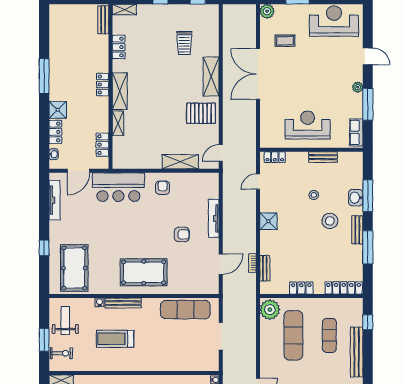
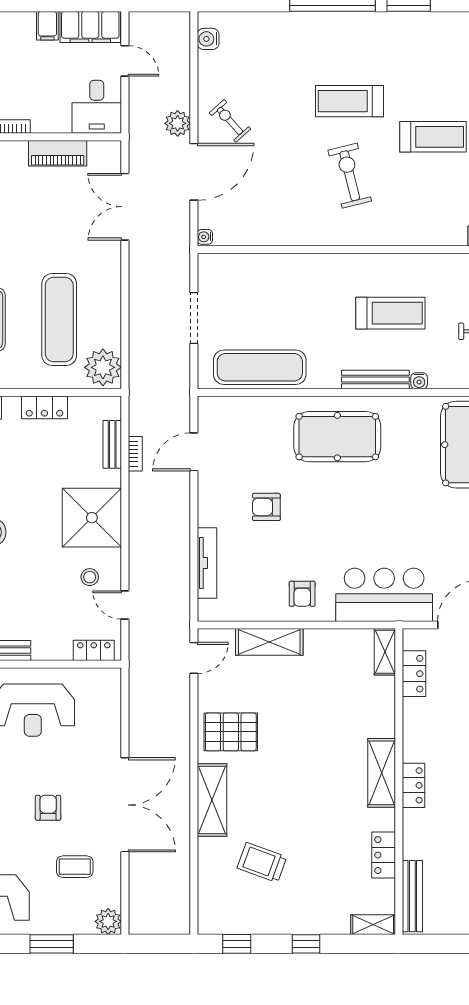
bench: (103, 20) -> (412, 896), width x1.36
trolley: (184, 43) -> (262, 863), turned -70
armchair: (299, 72) -> (48, 808), added
shelving: (118, 123) -> (385, 652), moved
door: (258, 182) -> (125, 605), swing flipped
stool: (314, 195) -> (90, 577), moved
tv unit: (214, 218) -> (207, 563), moved
shower: (268, 221) -> (92, 518), width x1.86, depth x1.86

